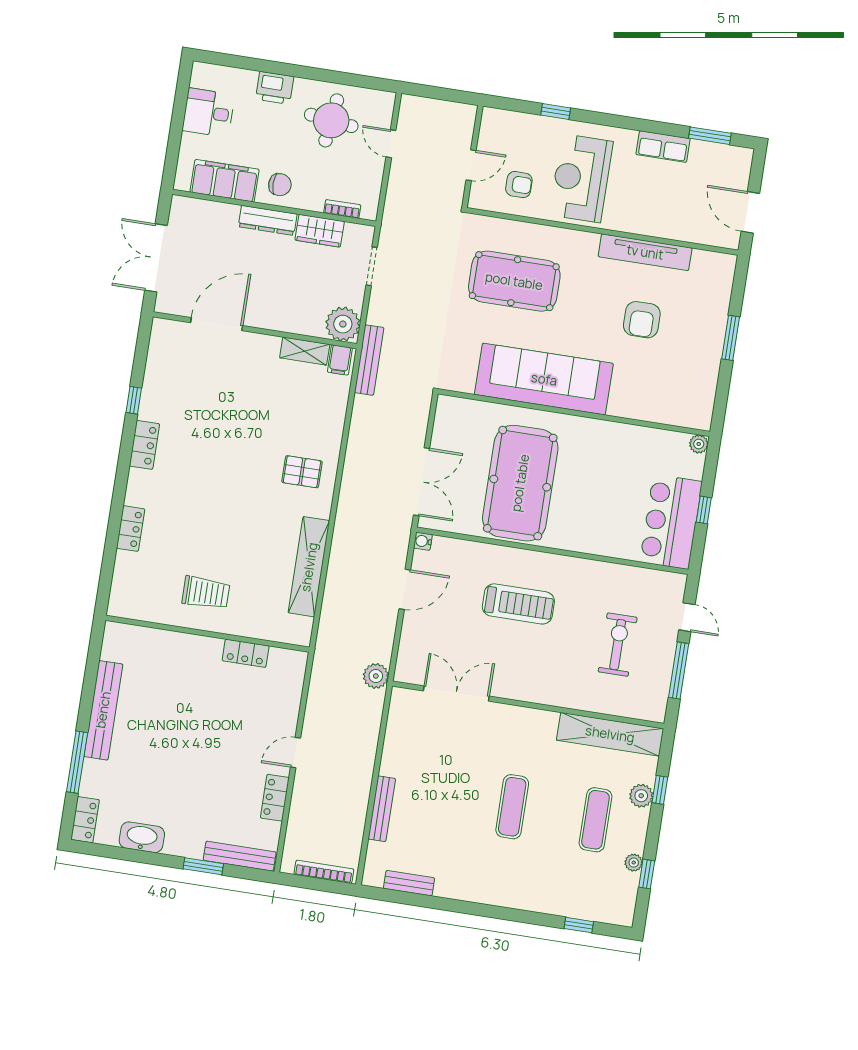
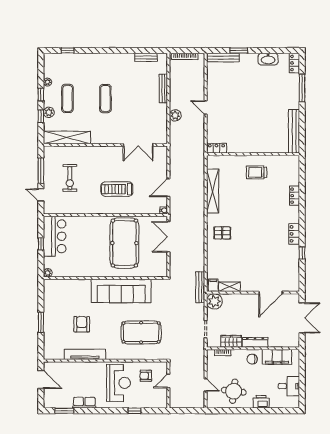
locker: (246, 653) -> (217, 148), moved
plant: (376, 676) -> (175, 115), moved
bench: (103, 710) -> (294, 131), moved
door: (296, 753) -> (206, 107), swing flipped
locker: (275, 798) -> (212, 86), removed
window: (647, 874) -> (41, 94), moved

